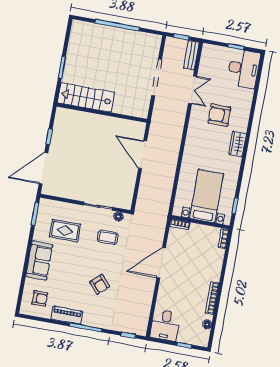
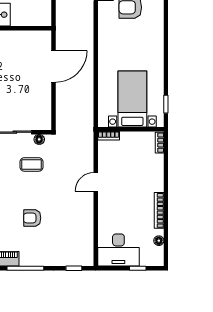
wardrobe: (238, 144) -> (156, 35), removed
door: (143, 155) -> (54, 66), swing flipped
door: (161, 263) -> (96, 182), width x0.53
armchair: (100, 284) -> (32, 218), turned 132
desk: (165, 325) -> (118, 250), width x1.37

